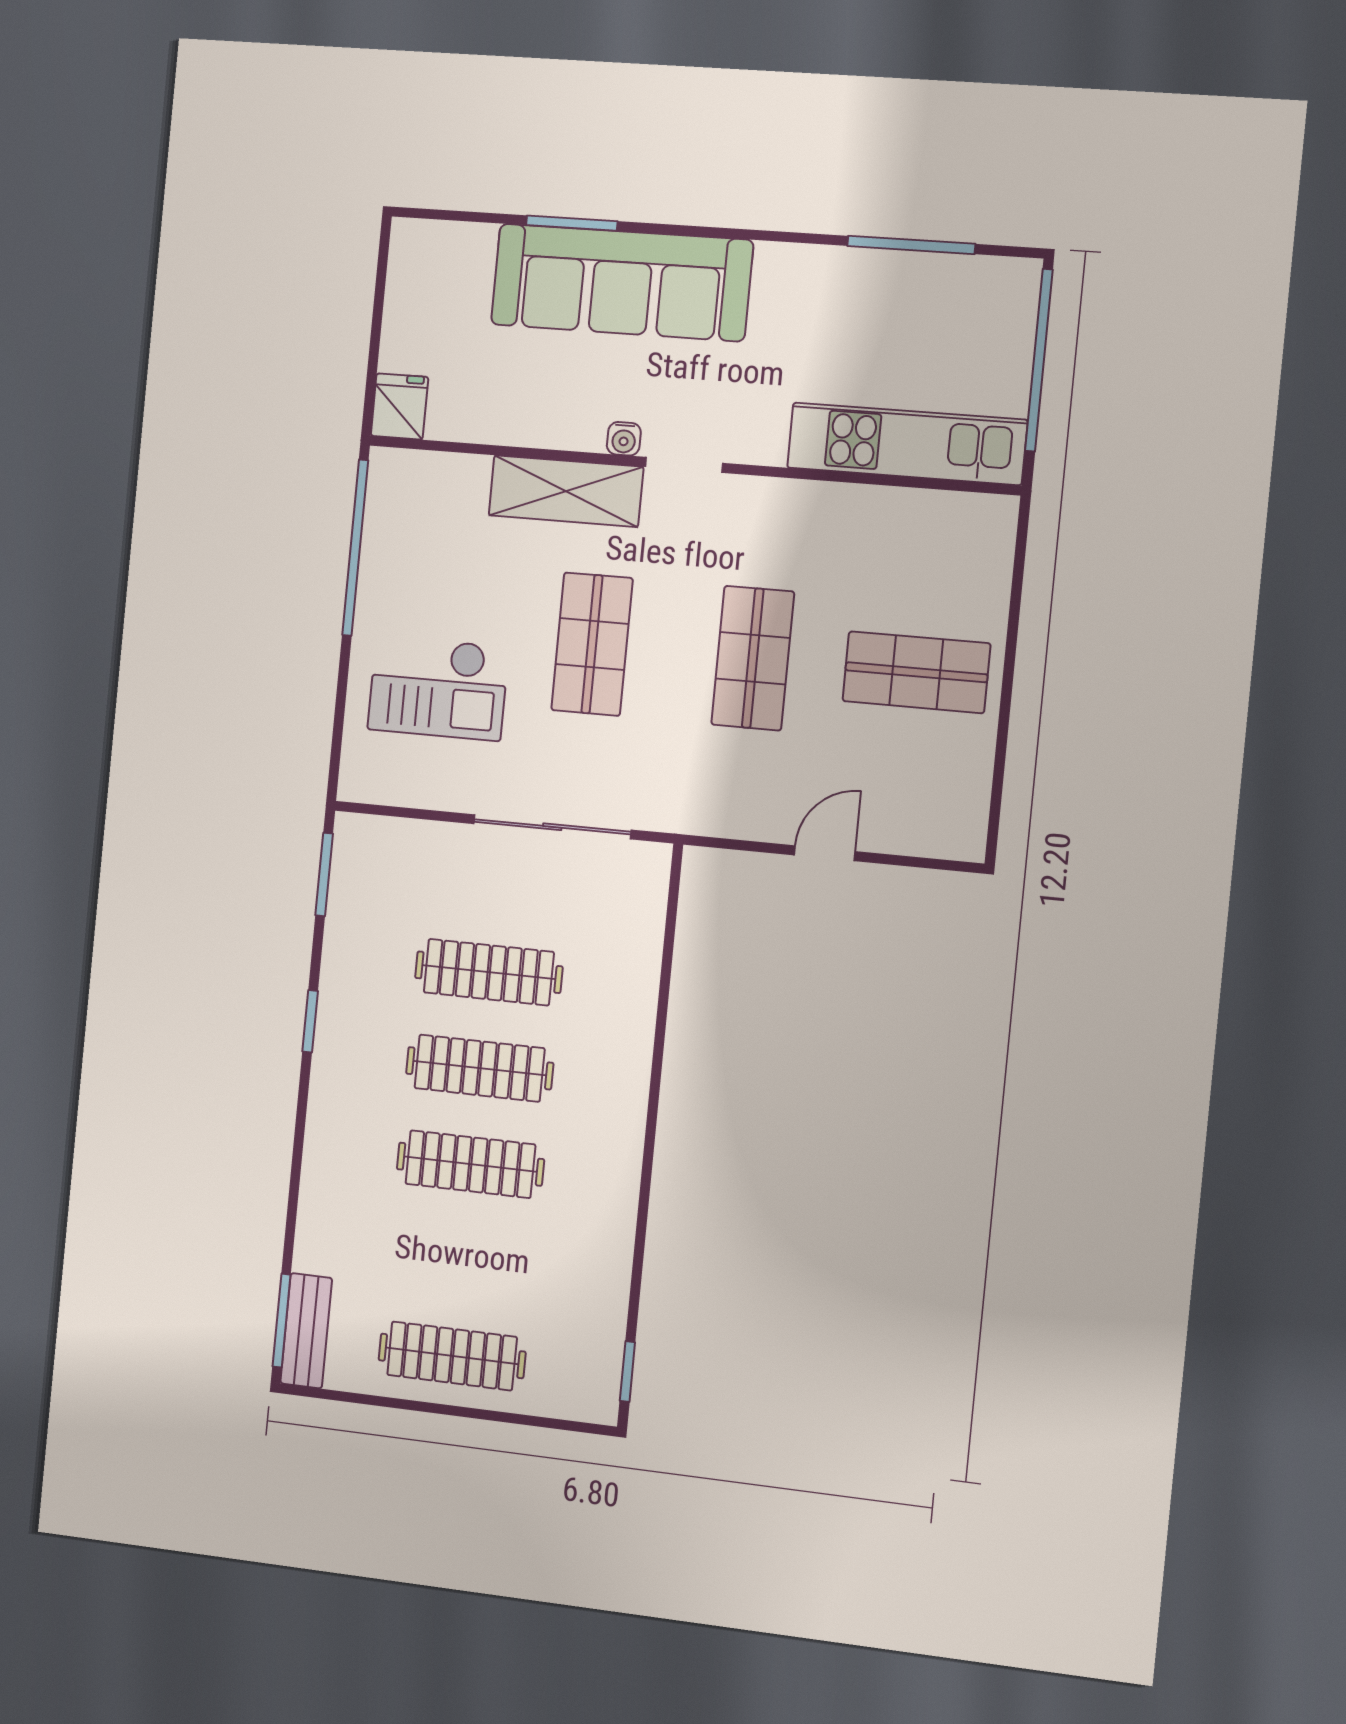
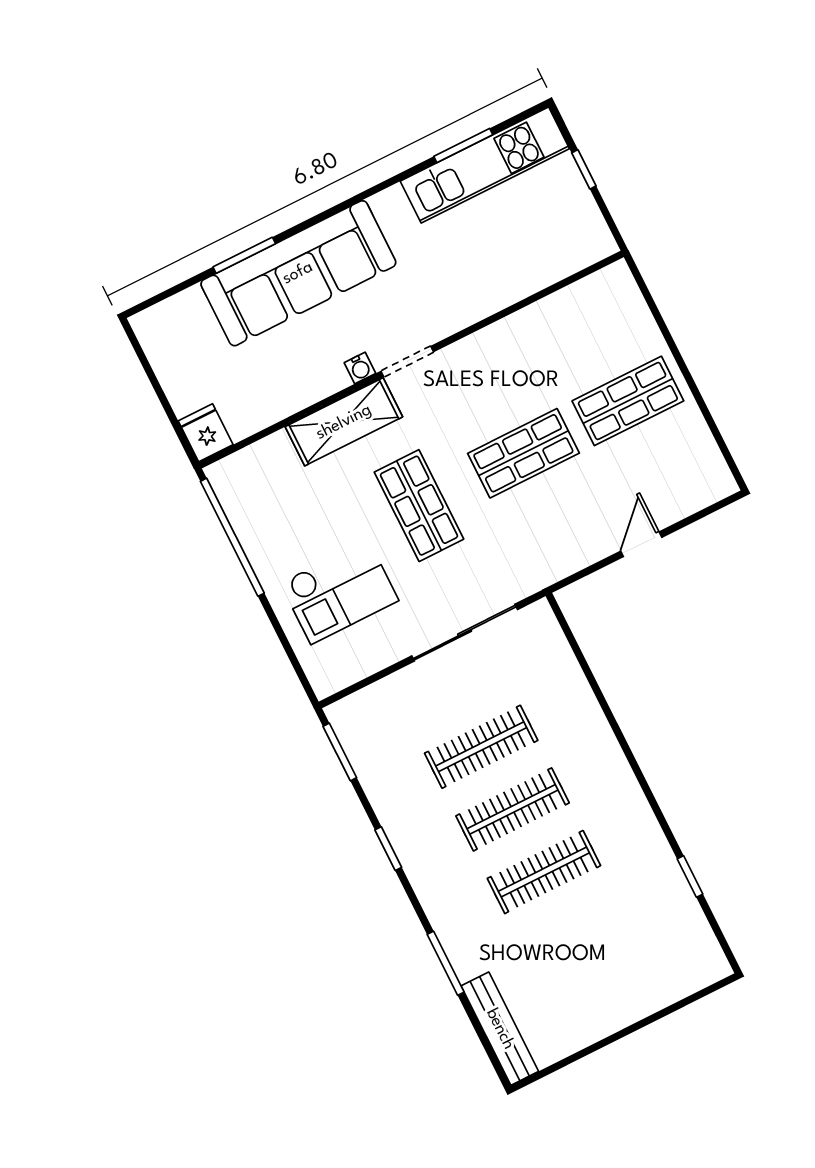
window: (911, 245) -> (463, 146), width x0.69
window: (1039, 360) -> (584, 169), width x0.32
kitchen unit: (907, 444) -> (485, 165), moved, turned 180
shop shelf: (753, 658) -> (523, 453), turned 90
window: (282, 1321) -> (446, 963), moved
bench: (306, 1331) -> (500, 1029), width x1.36
clothes rail: (452, 1356) -> (607, 997), removed
window: (627, 1371) -> (690, 876), moved

